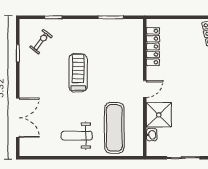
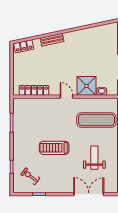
weight bench: (77, 136) -> (94, 158), moved, turned 180

